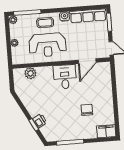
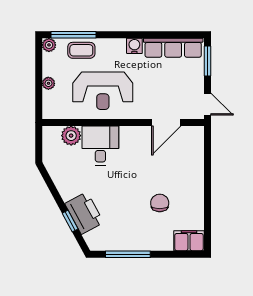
coffee table: (45, 23) -> (81, 50), moved
desk: (65, 77) -> (100, 146), moved
printer: (40, 121) -> (84, 213), width x1.87, depth x1.48

